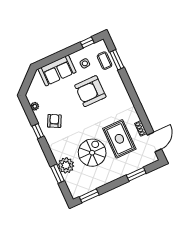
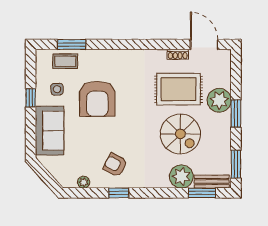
window: (87, 42) -> (31, 98), moved
spiral stairs: (92, 153) -> (180, 134), turned 180
plant: (124, 167) -> (219, 100), added
window: (57, 174) -> (202, 193), moved
window: (136, 174) -> (236, 113), moved
bench: (71, 186) -> (212, 182), added

